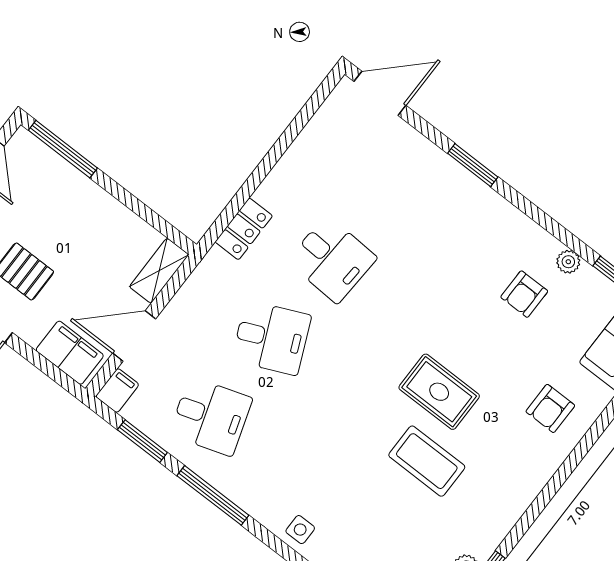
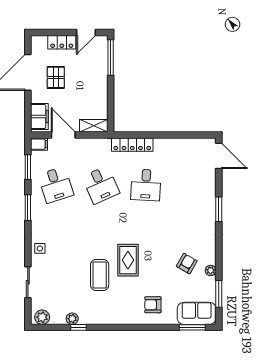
locker: (244, 229) -> (132, 145), width x1.53
armchair: (524, 294) -> (187, 264), turned 120
window: (213, 495) -> (28, 208), width x0.69

